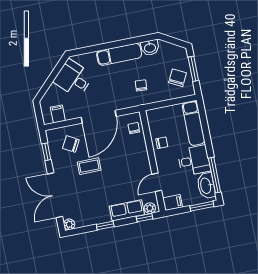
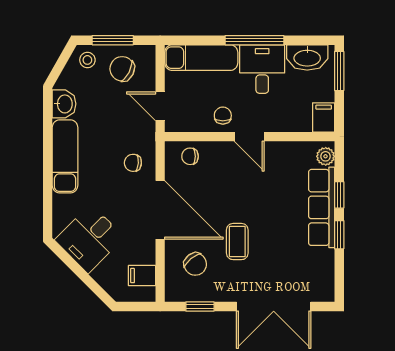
stool: (179, 56) -> (87, 60), added
chair: (141, 85) -> (133, 163), moved
door: (160, 105) -> (160, 106), added
chair: (71, 144) -> (195, 264), turned -68
window: (215, 175) -> (254, 40), moved
door: (157, 182) -> (249, 137), moved
row of seats: (127, 210) -> (322, 207), width x1.48
window: (144, 218) -> (339, 195), moved
plant: (69, 224) -> (326, 293), removed

